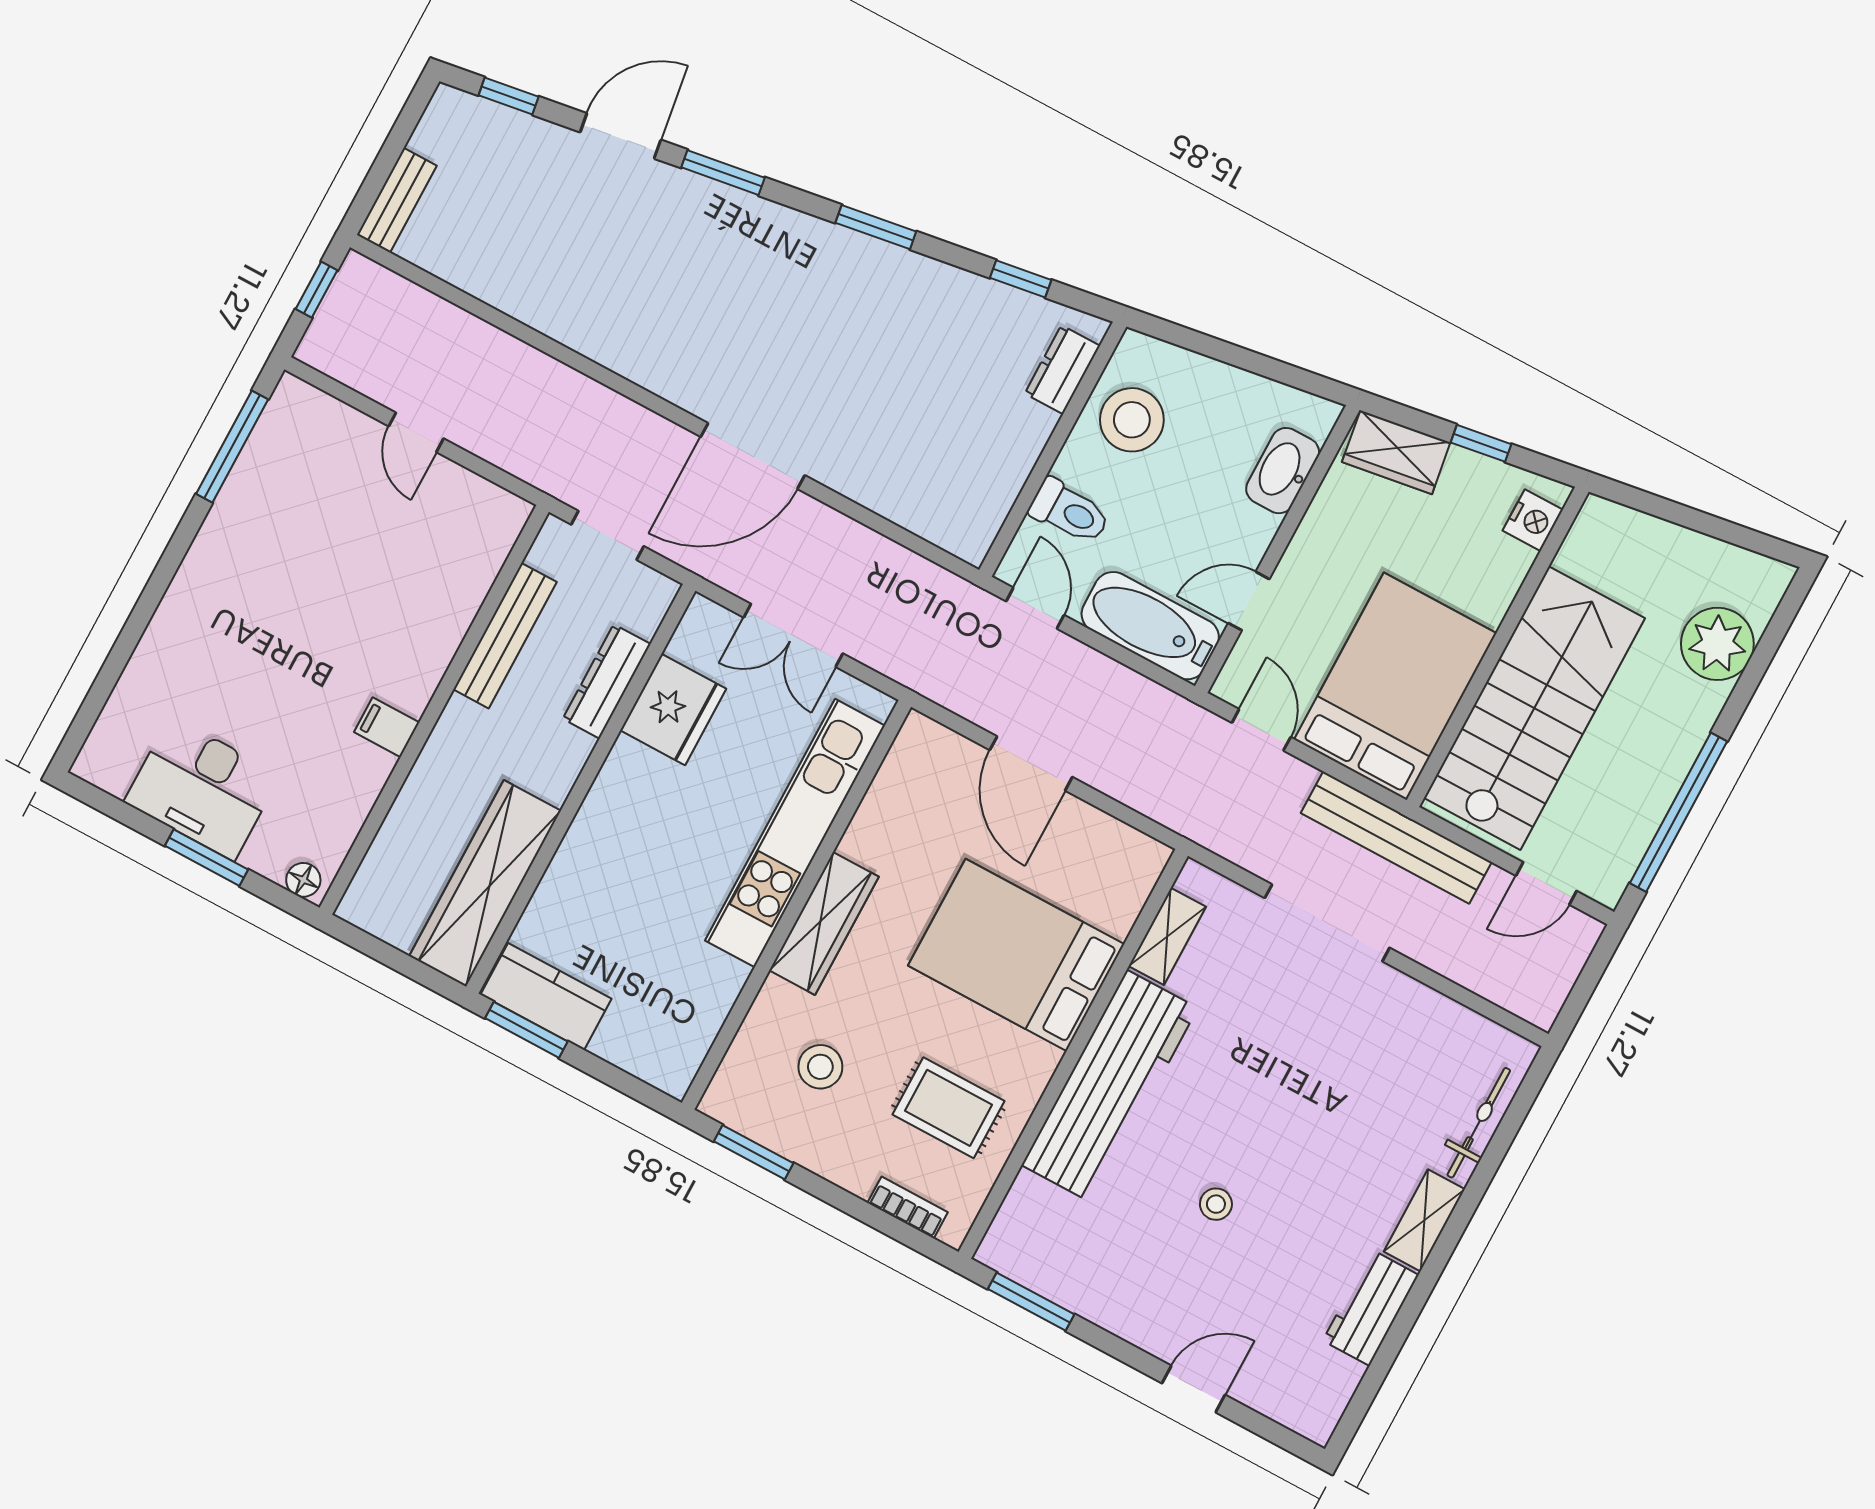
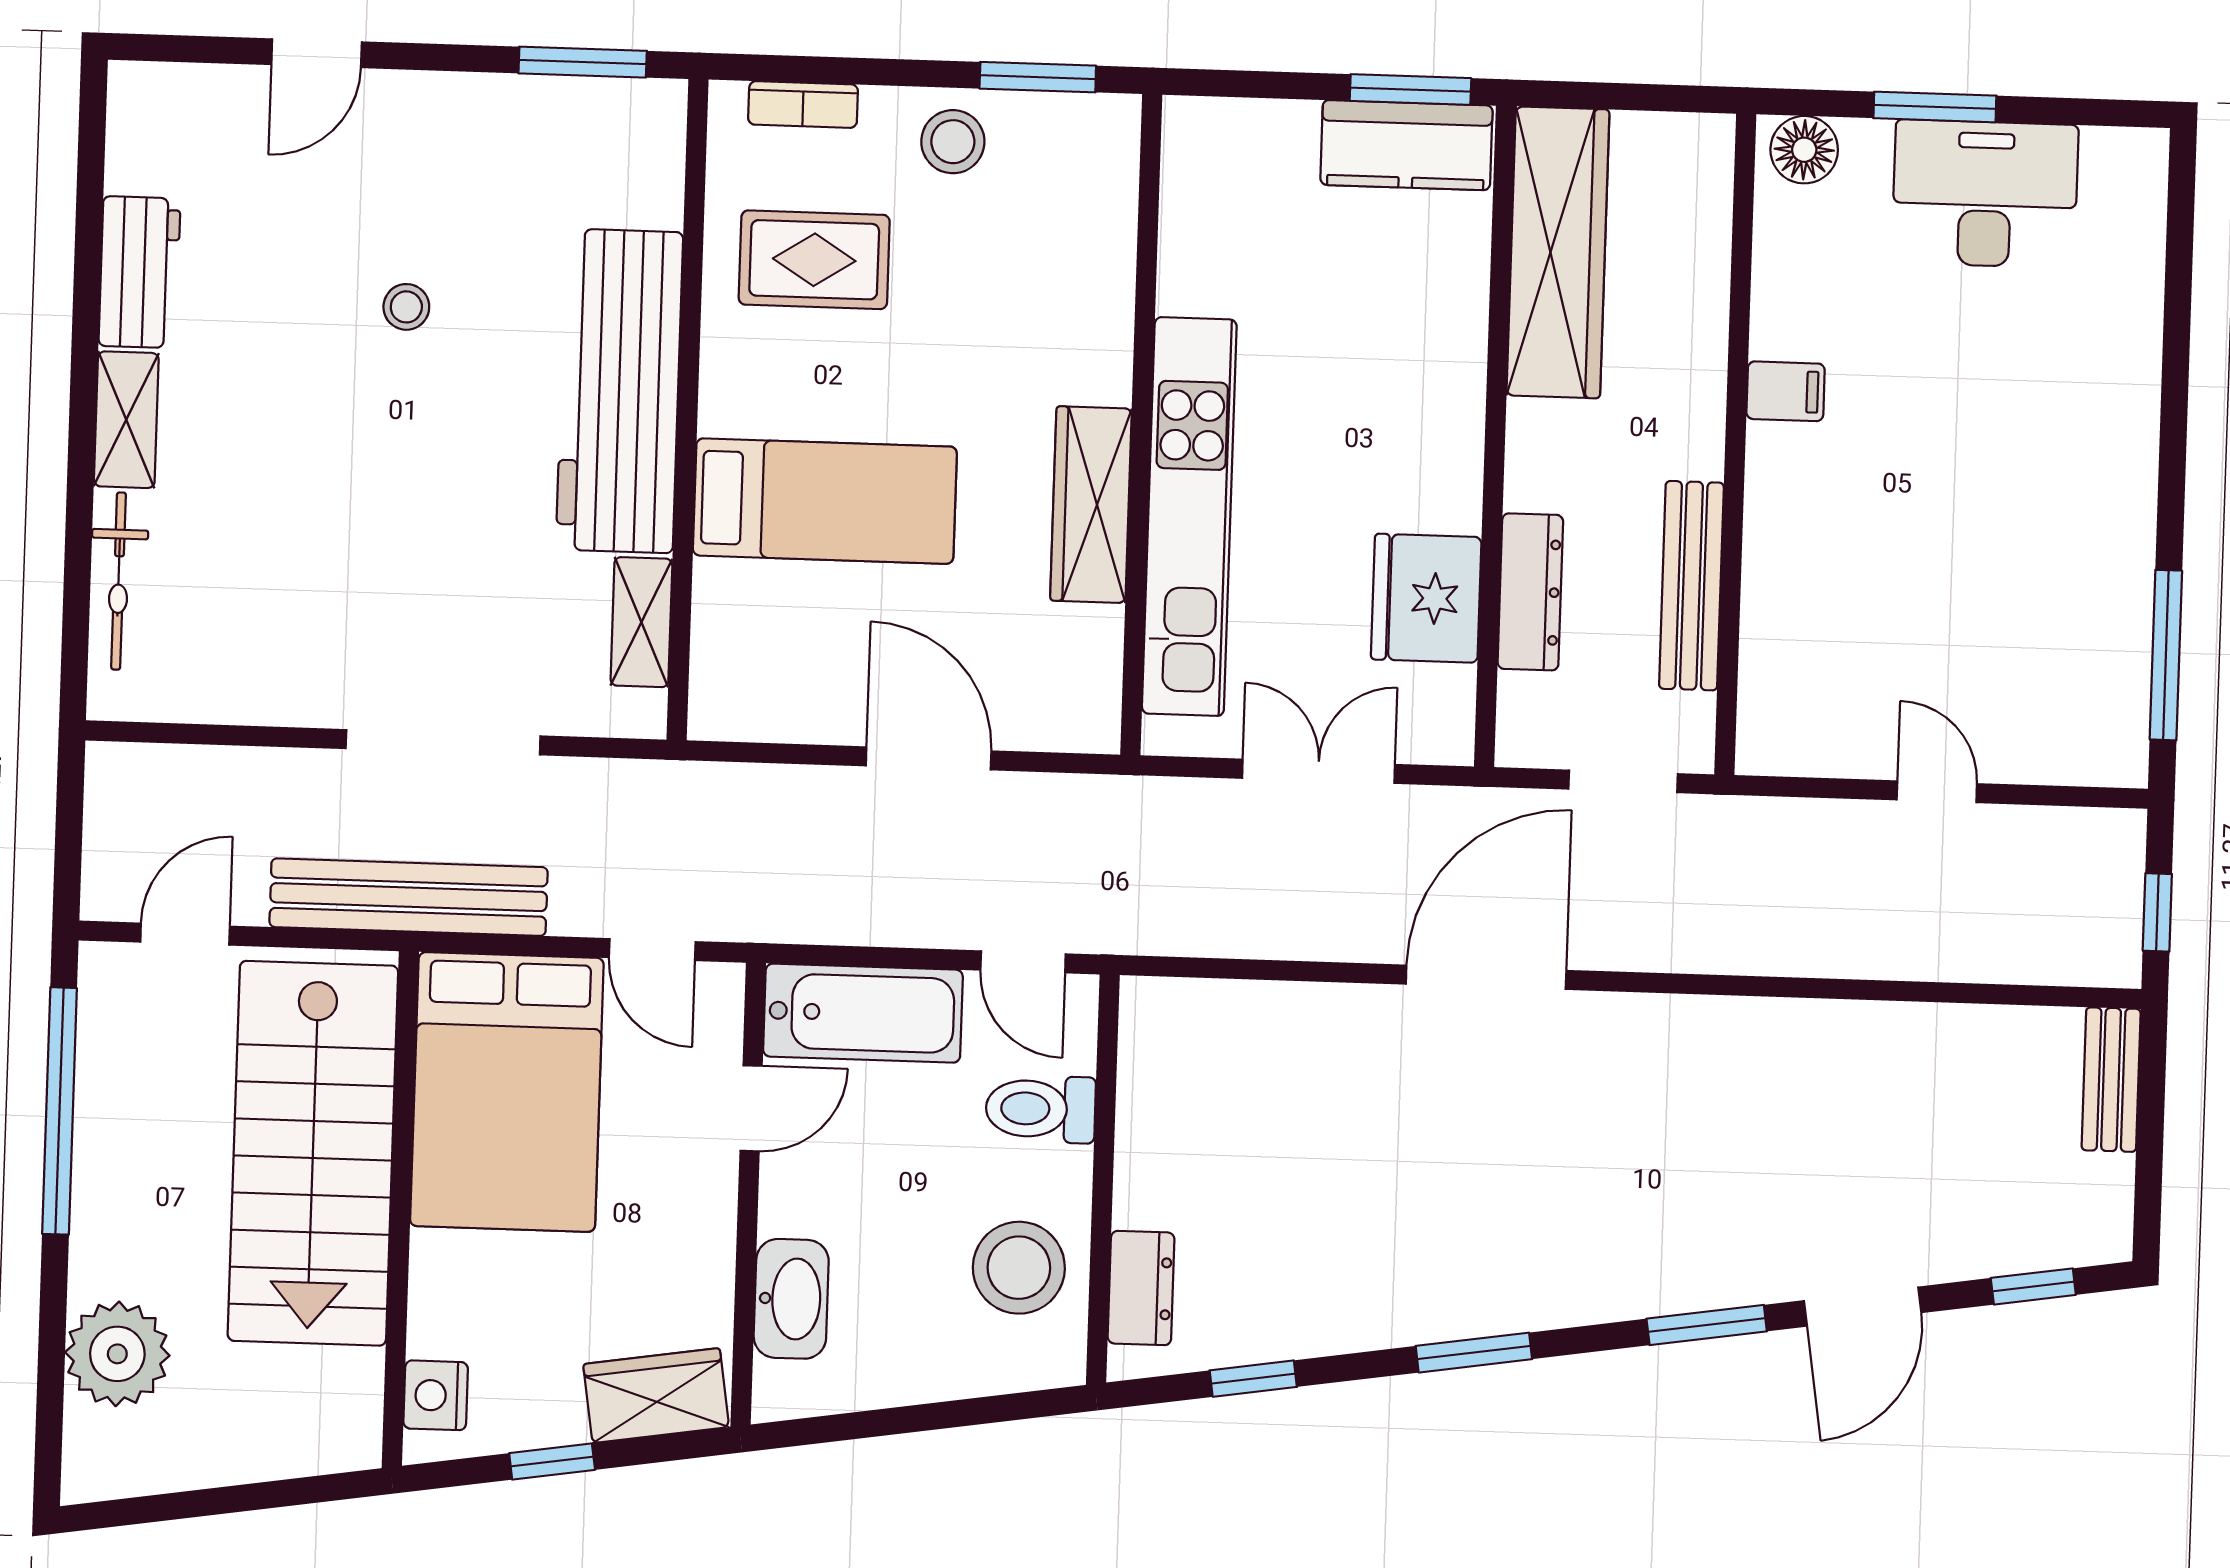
floor lamp: (303, 880) -> (1804, 150), width x1.37, depth x1.37
wardrobe: (824, 923) -> (1091, 505), moved
bed: (1016, 955) -> (825, 501), width x0.67
stool: (820, 1067) -> (953, 142), moved

